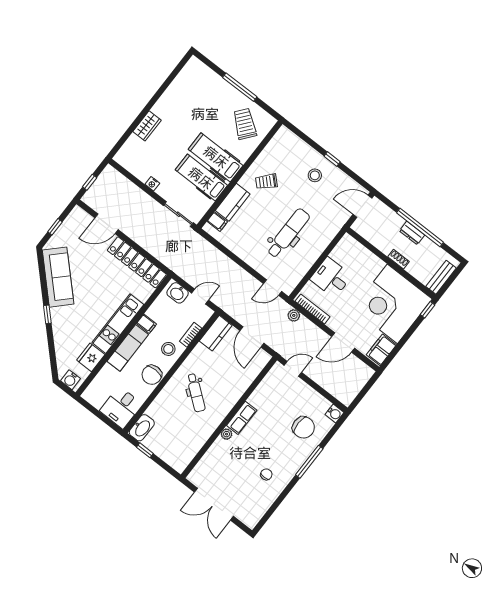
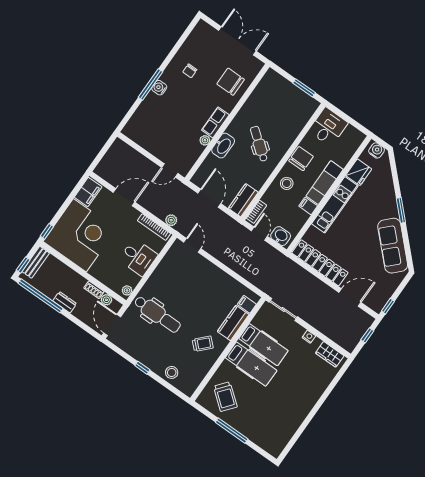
wardrobe: (147, 126) -> (330, 354), moved, turned -90
stool: (315, 175) -> (172, 372), moved
door: (362, 206) -> (112, 325), swing flipped
window: (55, 227) -> (388, 306), moved
window: (420, 227) -> (41, 296), moved
dental chair: (288, 233) -> (157, 314), moved, turned -90
plant: (367, 234) -> (106, 300), added
plant: (345, 242) -> (127, 290), added
shoe rack: (398, 259) -> (94, 290), moved
window: (455, 275) -> (23, 265), added
door: (272, 287) -> (192, 245), hinge flipped
door: (200, 297) -> (259, 234), swing flipped
window: (47, 314) -> (401, 210), width x1.50
bookcase: (191, 335) -> (257, 212), moved
water cooler: (334, 414) -> (159, 88), moved
chair: (303, 427) -> (231, 82), moved
washbasin: (142, 428) -> (223, 146), moved, turned 180
plant: (227, 434) -> (205, 140), moved
window: (145, 450) -> (304, 88), width x1.50

